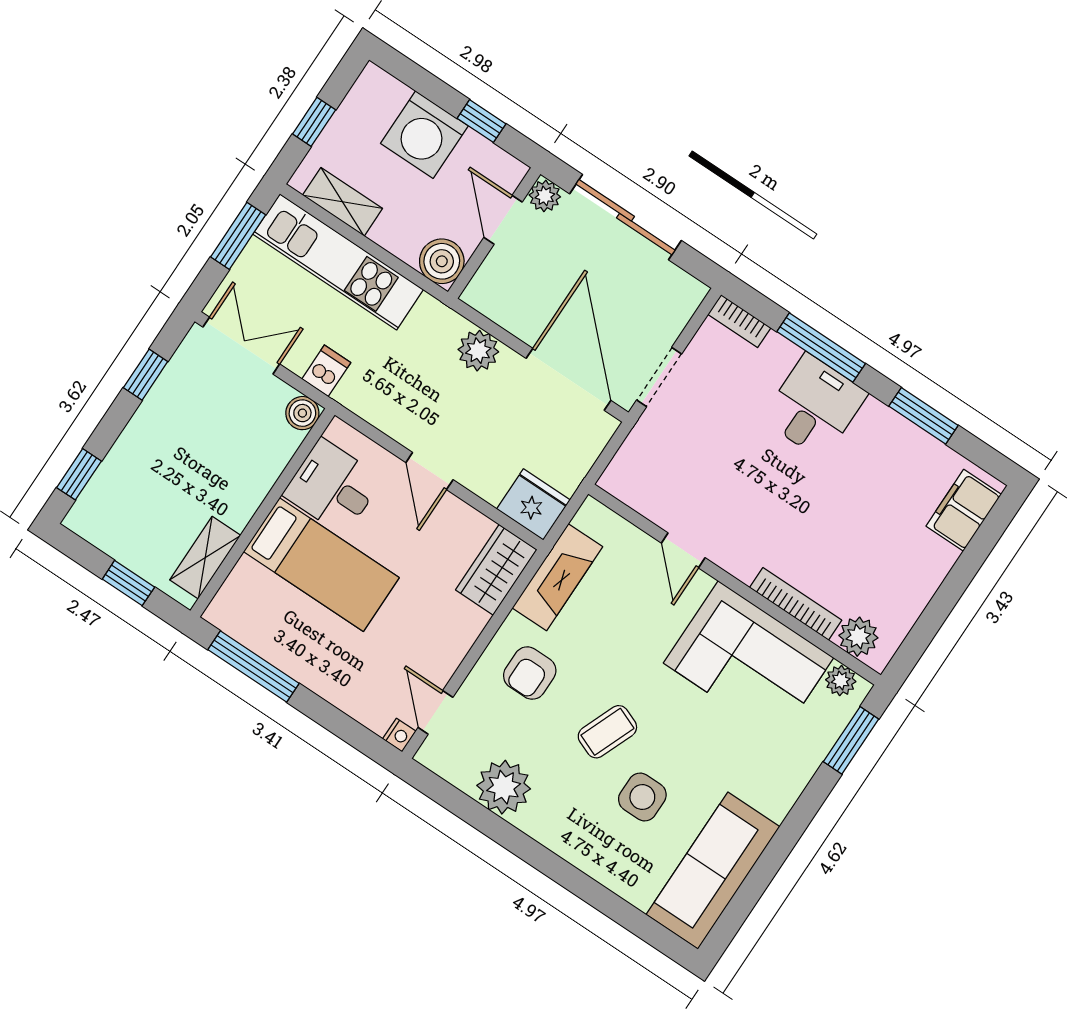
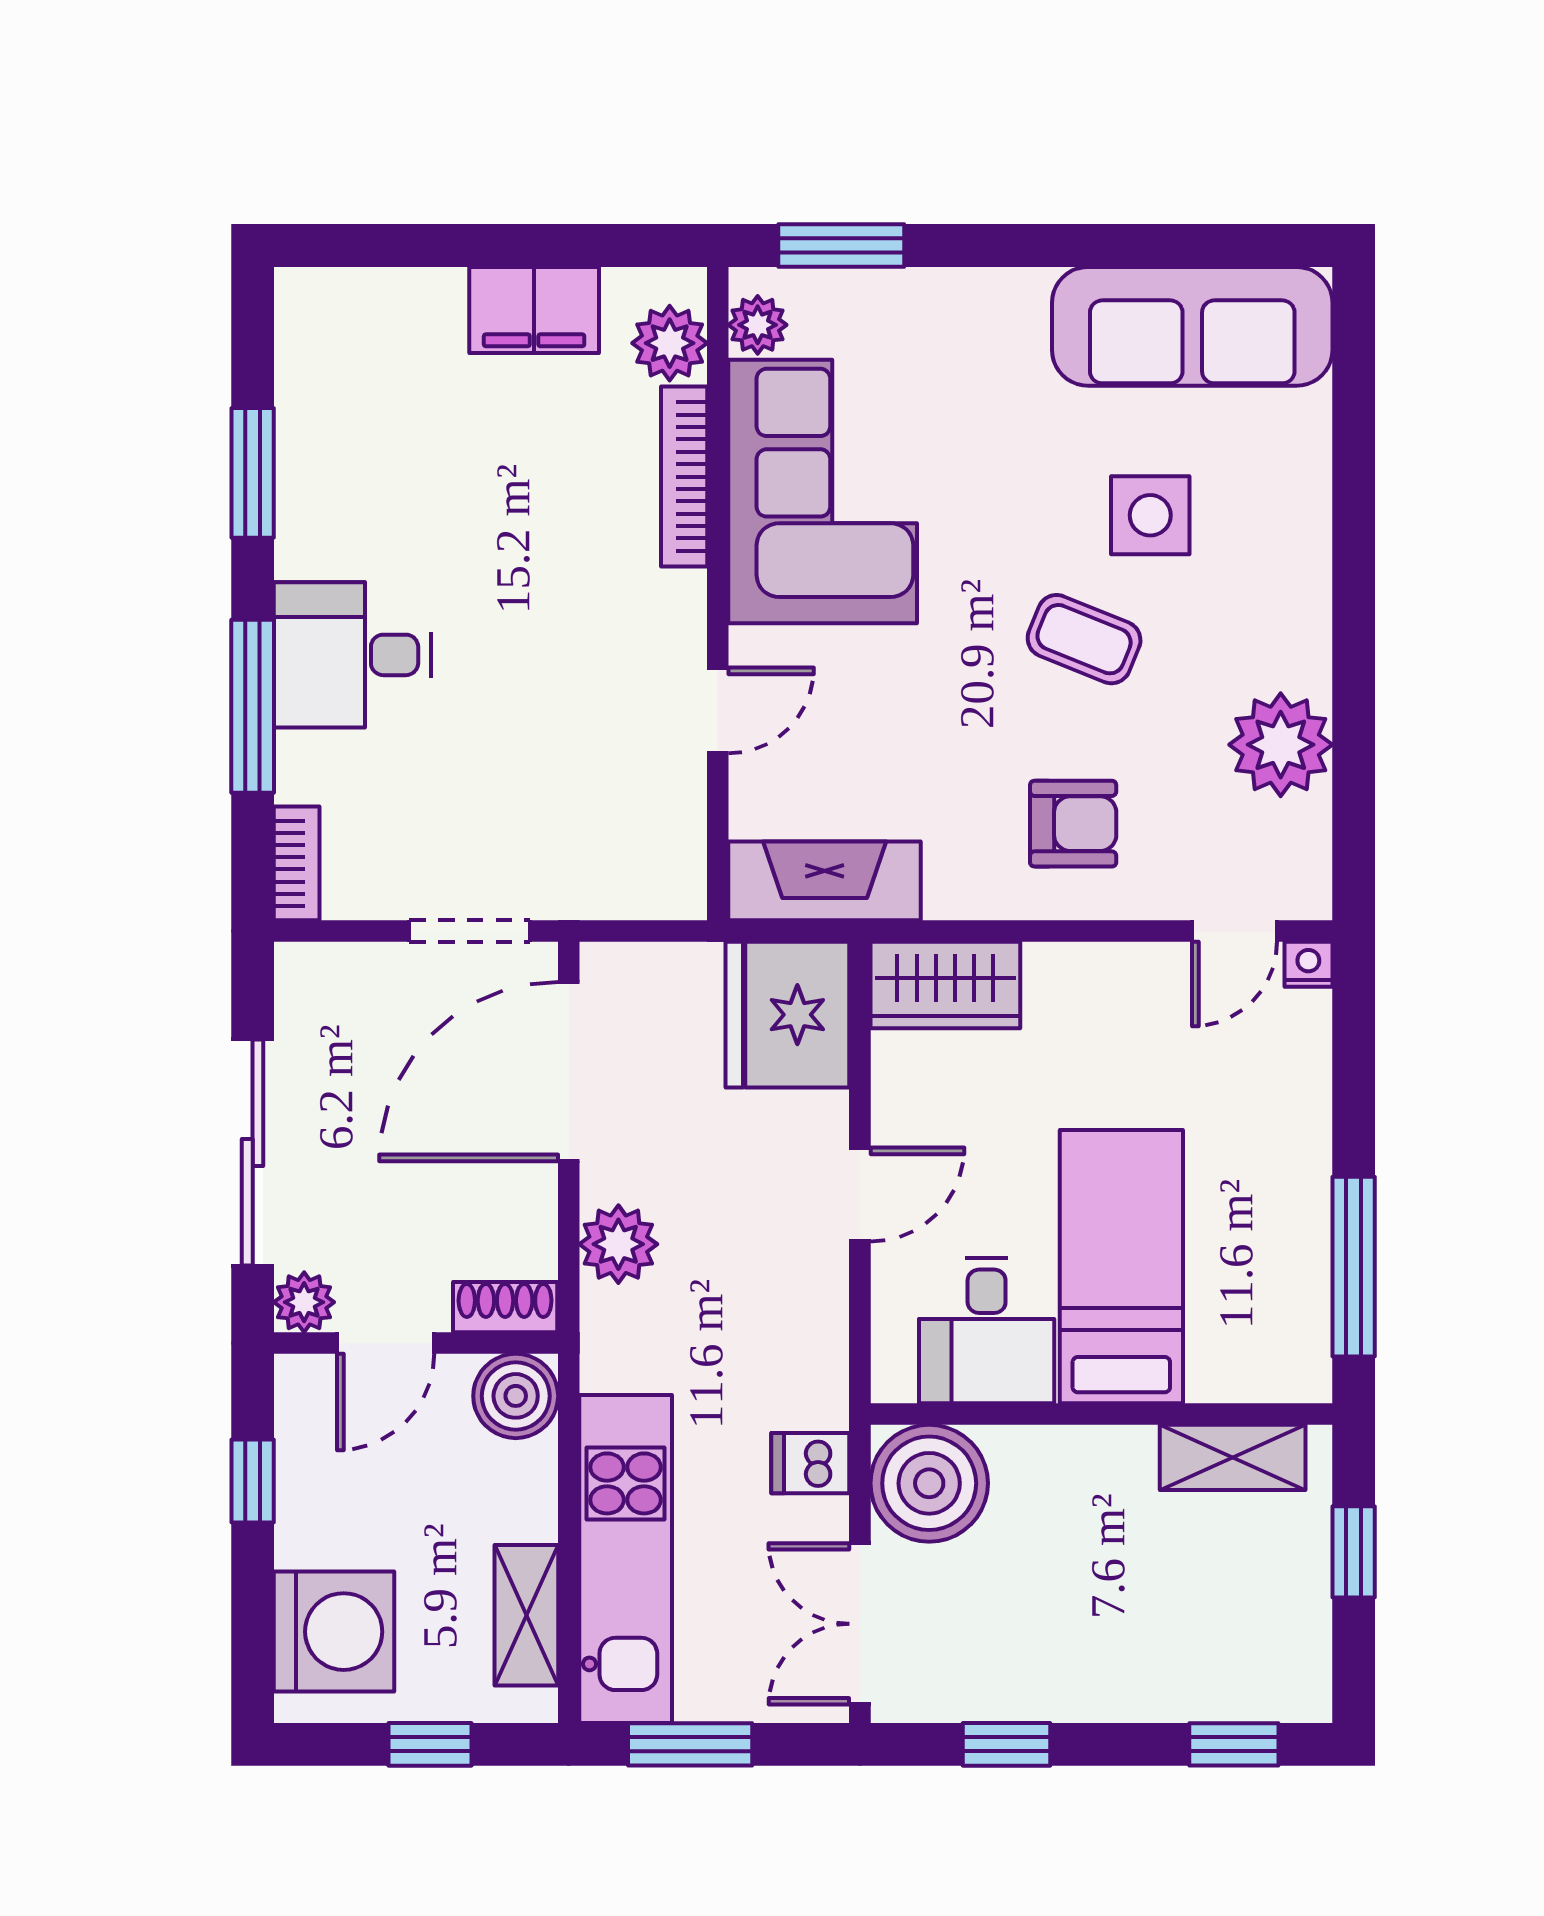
washing machine: (424, 135) -> (334, 1632), moved
shoe rack: (484, 283) -> (505, 1307), added
boiler: (302, 413) -> (929, 1483), width x1.86, depth x1.86
fridge: (533, 504) -> (787, 1015), width x1.36, depth x1.34
filing cabinet: (964, 510) -> (534, 310), moved
fireplace: (557, 577) -> (825, 881), moved

